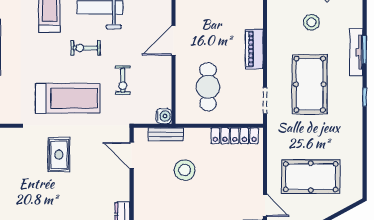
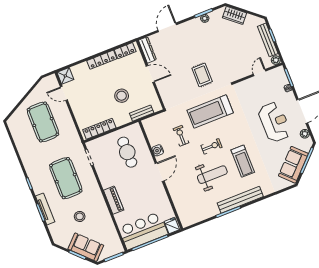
piano: (254, 49) -> (114, 200), moved
water cooler: (164, 116) -> (158, 150), moved
door: (132, 155) -> (150, 74), moved
pool table: (311, 177) -> (43, 122), turned 90

